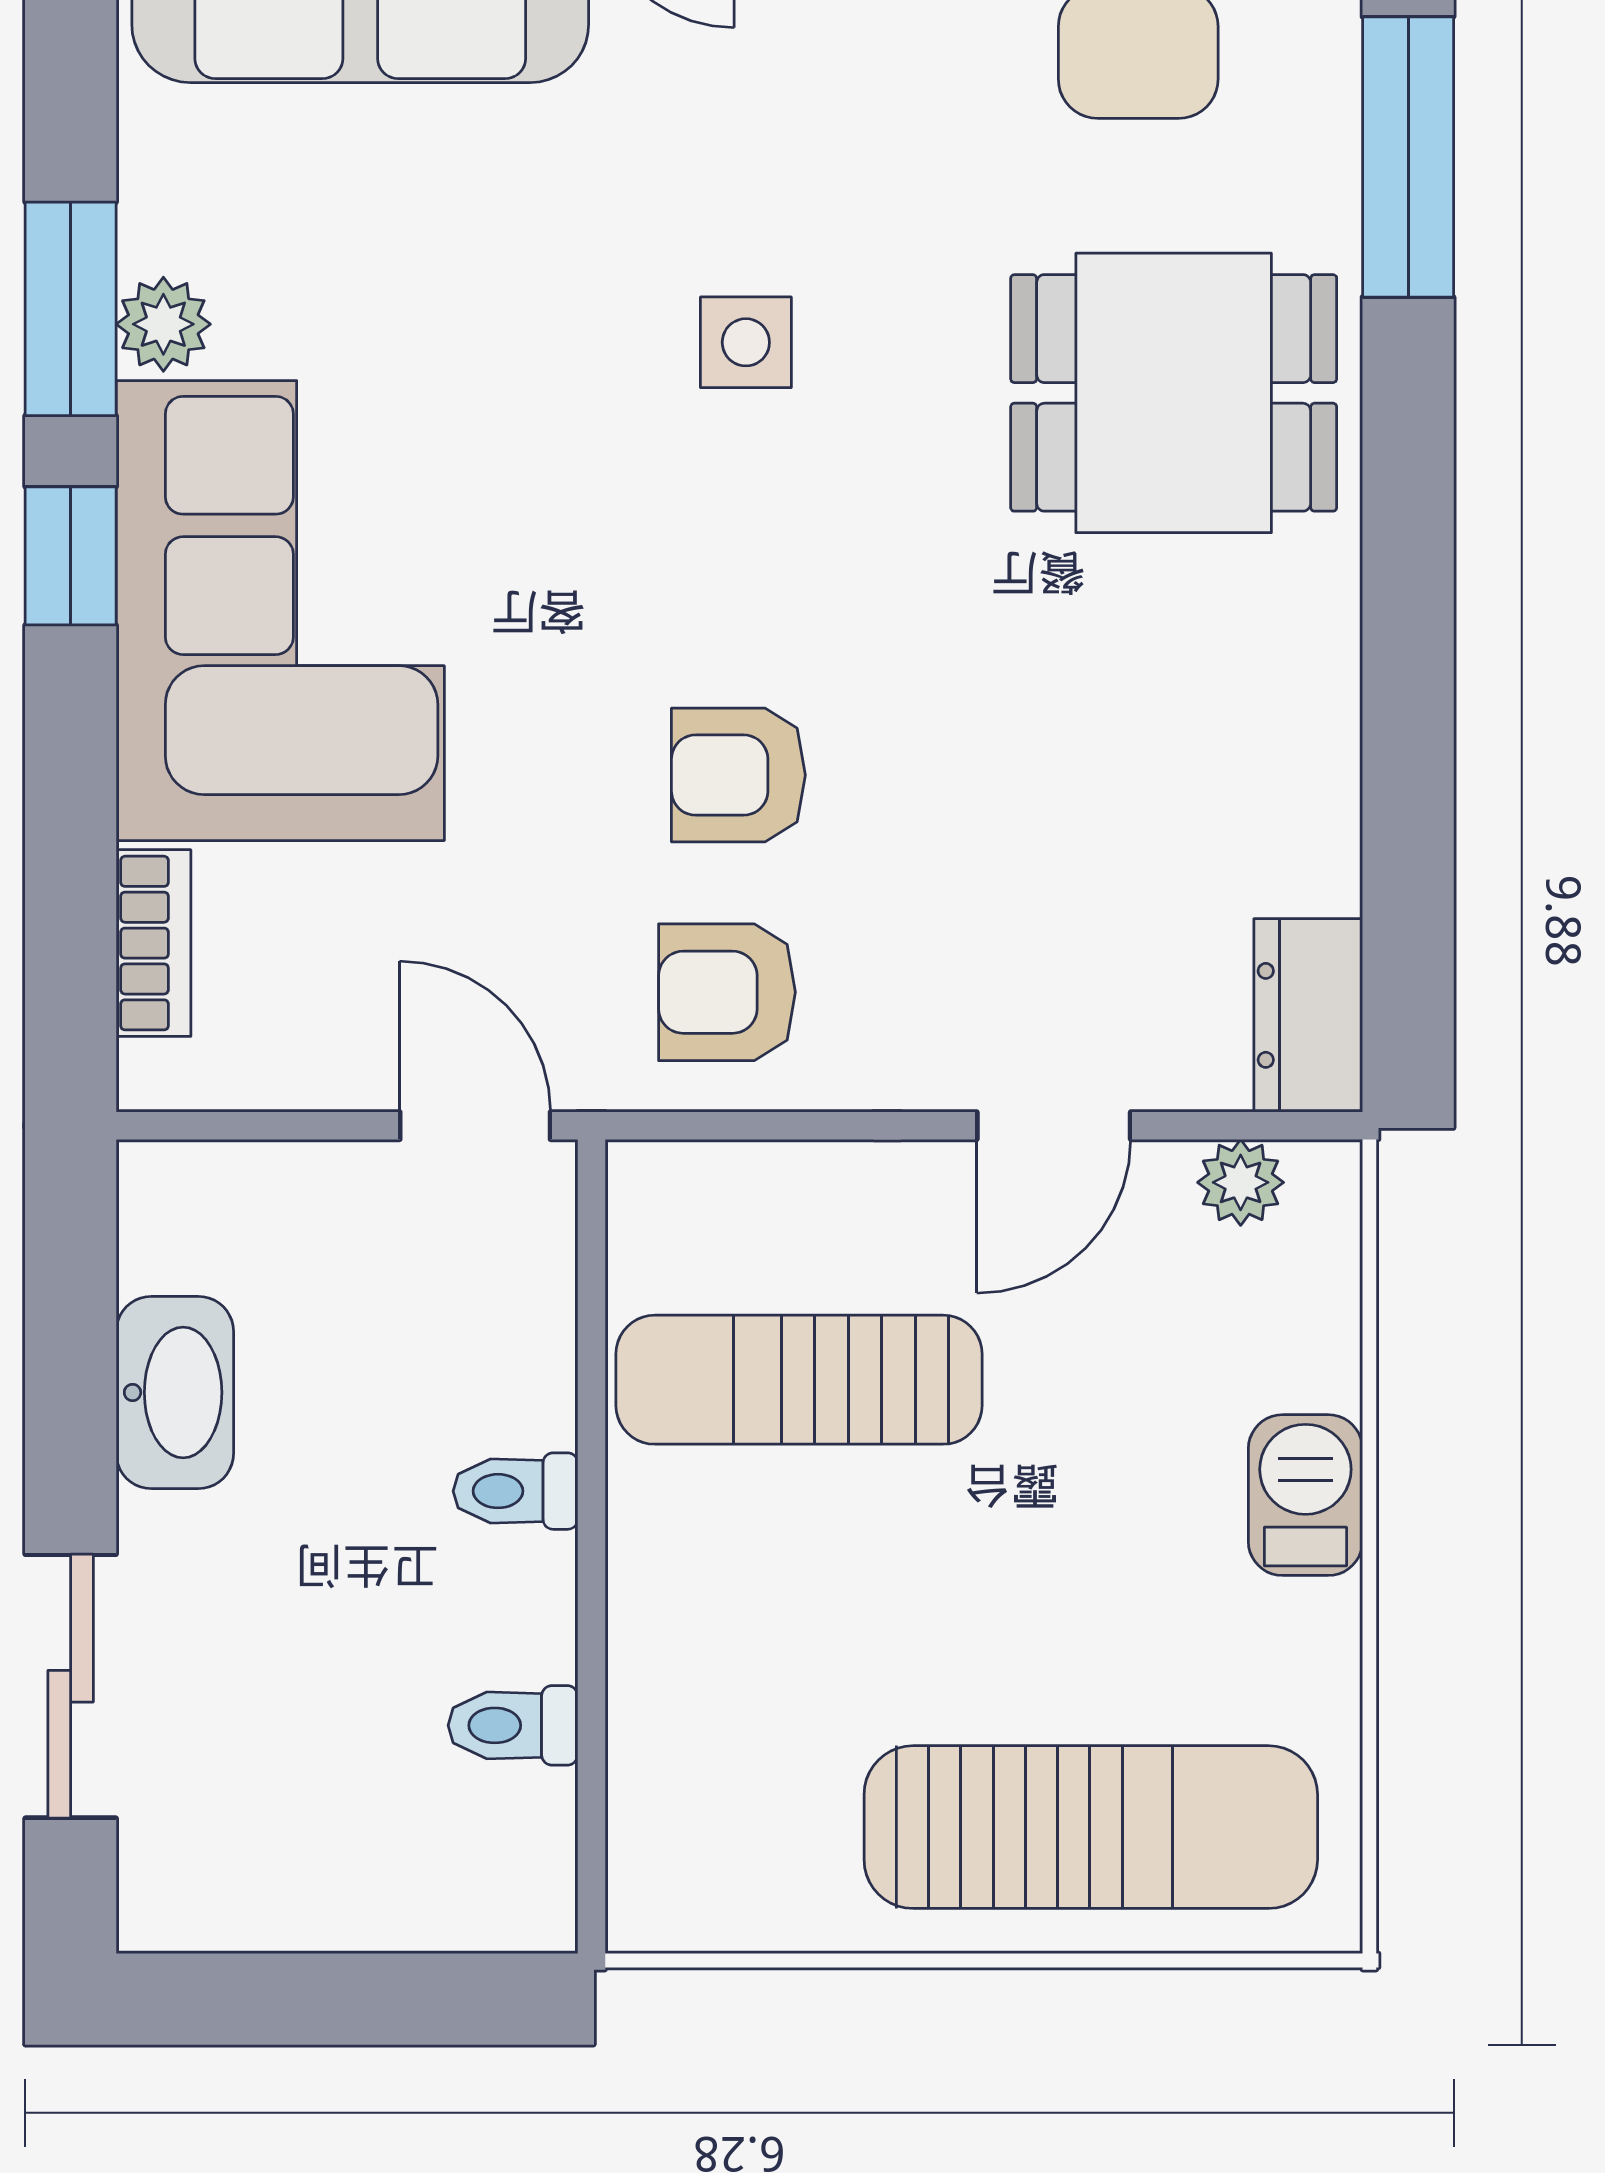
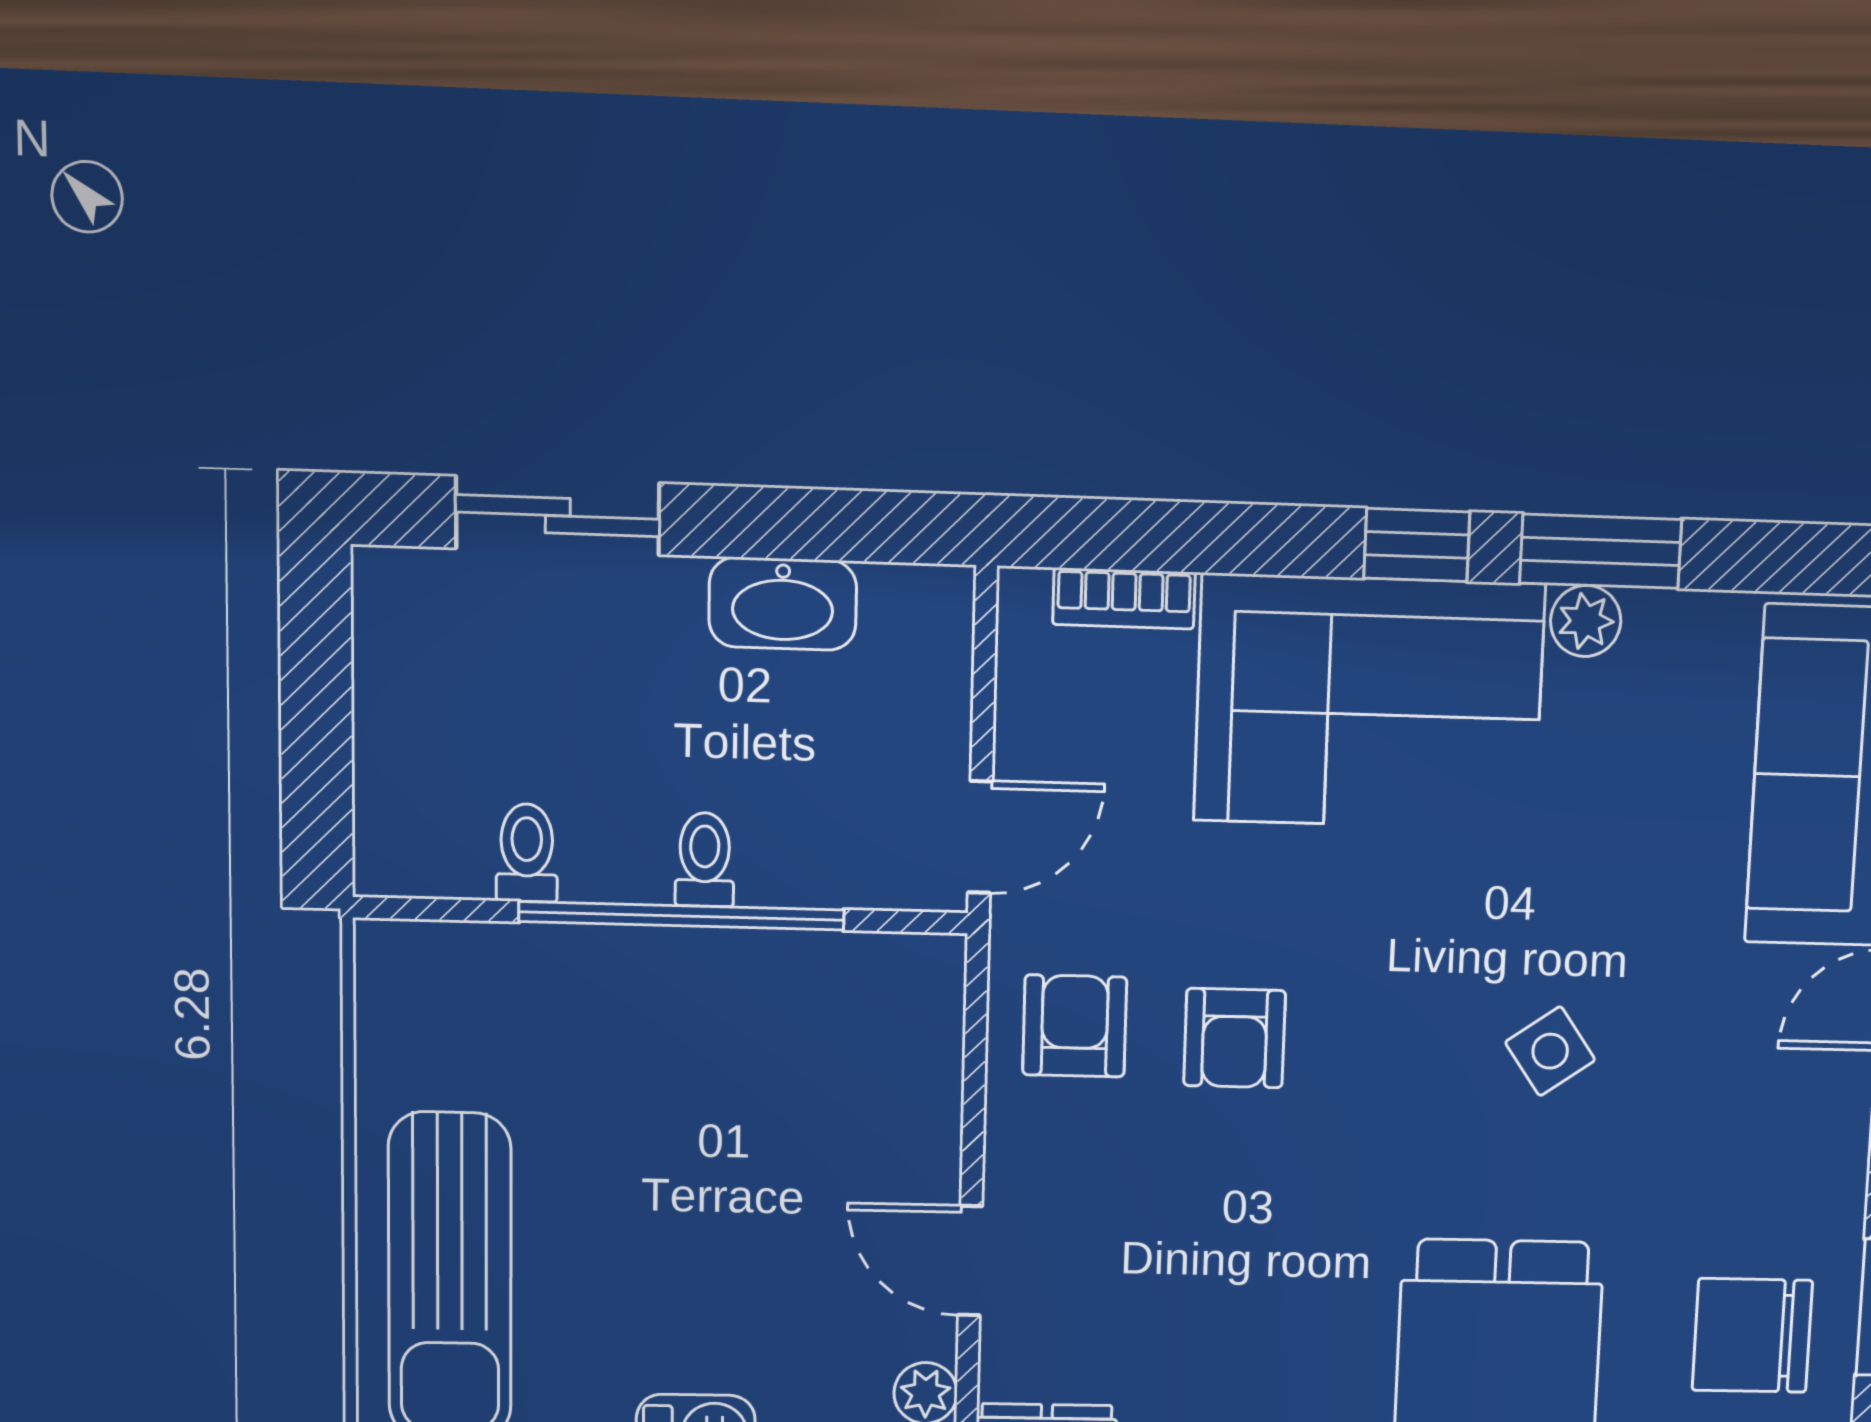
side table: (746, 342) -> (1550, 1051), turned -35
armchair: (738, 775) -> (1235, 1038), turned 180
sun lounger: (799, 1380) -> (786, 1072), removed
window: (591, 1521) -> (682, 916), added

